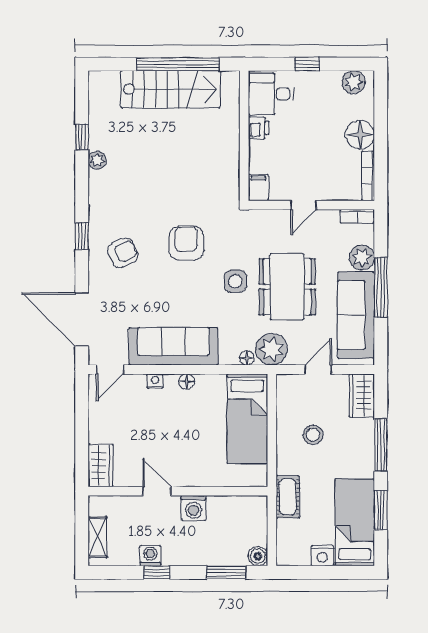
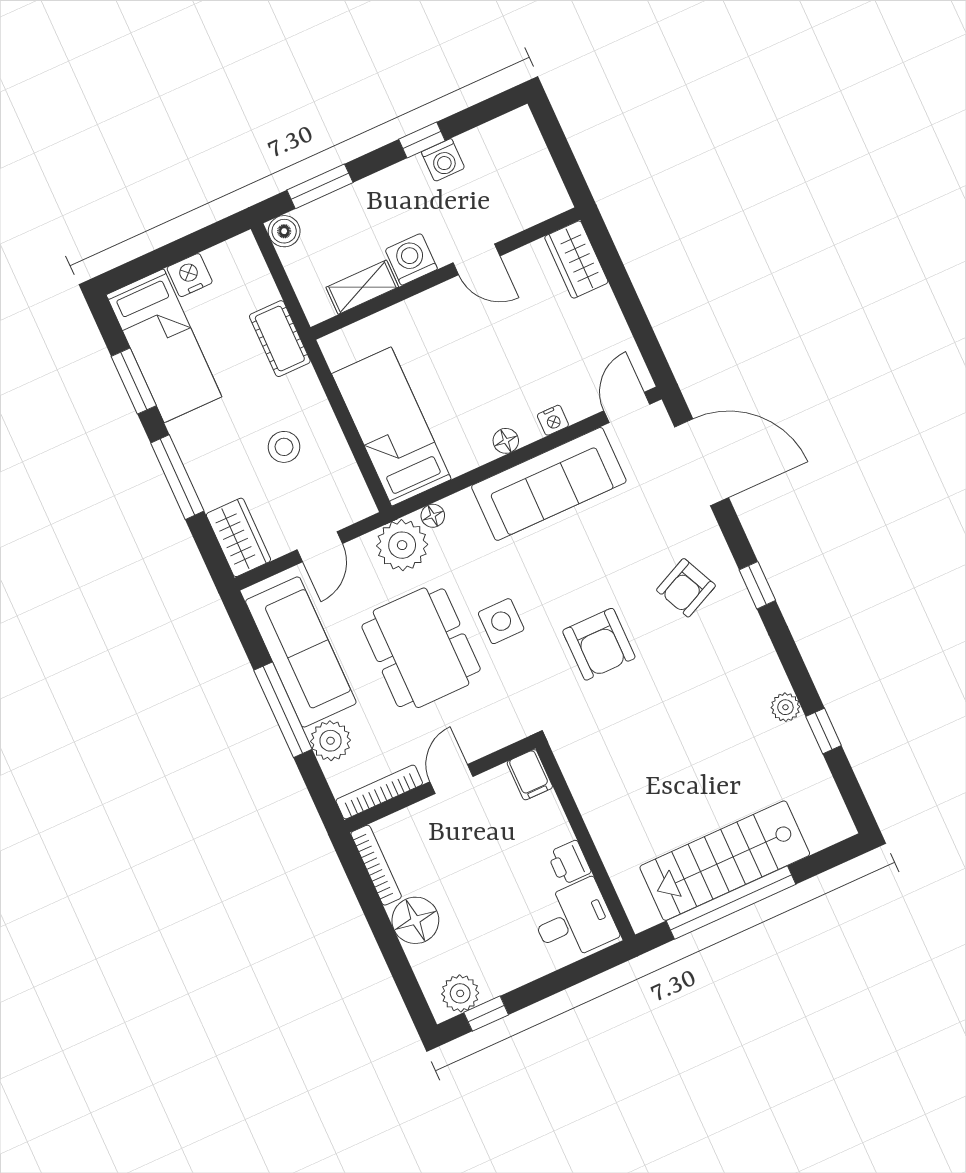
window: (307, 64) -> (486, 1014), moved
bookcase: (357, 216) -> (379, 792), width x1.56
shelving: (97, 537) -> (362, 287), moved, turned 90

